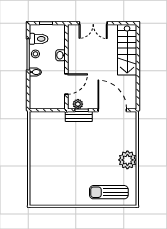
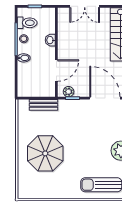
bench: (79, 117) -> (44, 105), moved
parasol: (56, 163) -> (45, 153), added

